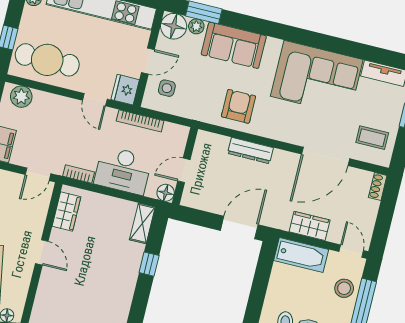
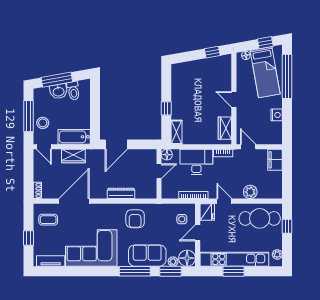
window: (259, 26) -> (135, 271), added
plant: (21, 97) -> (250, 192), moved
door: (38, 174) -> (248, 147), hinge flipped

